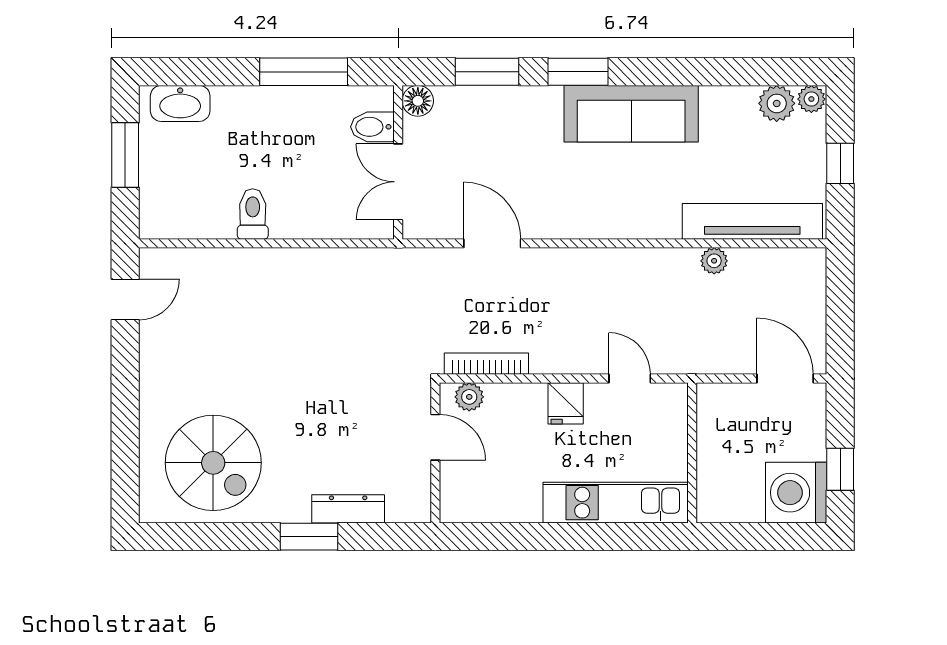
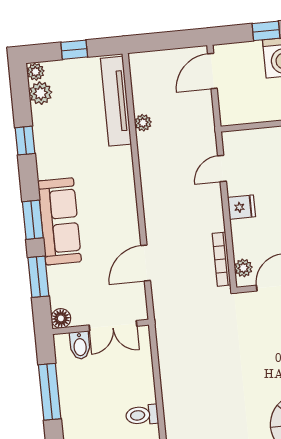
window: (704, 72) -> (25, 141), added
sofa: (631, 114) -> (60, 221), moved

